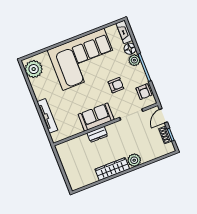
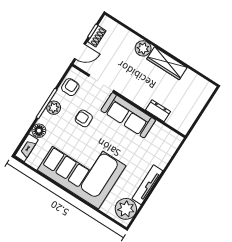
plant: (134, 60) -> (54, 108), moved
tv unit: (47, 116) -> (147, 185), moved
sofa: (96, 117) -> (128, 115), width x1.36
dresser: (97, 134) -> (158, 111), moved

